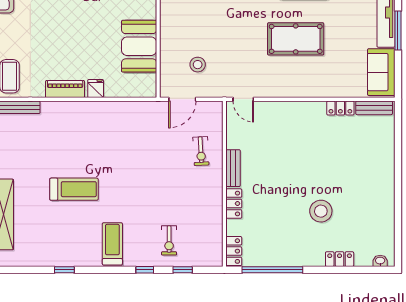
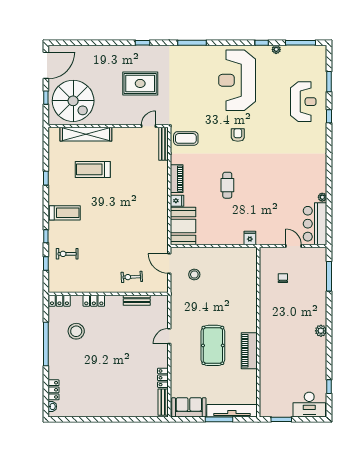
cafe table: (74, 19) -> (227, 185), added
booth: (139, 46) -> (183, 226), moved, turned 90
door: (243, 99) -> (169, 336), moved
bench: (233, 168) -> (137, 300), moved
treadmill: (74, 189) -> (93, 169), moved, turned 90
stool: (321, 211) -> (76, 331), moved
locker: (340, 259) -> (54, 390), moved
window: (272, 270) -> (46, 344), moved

